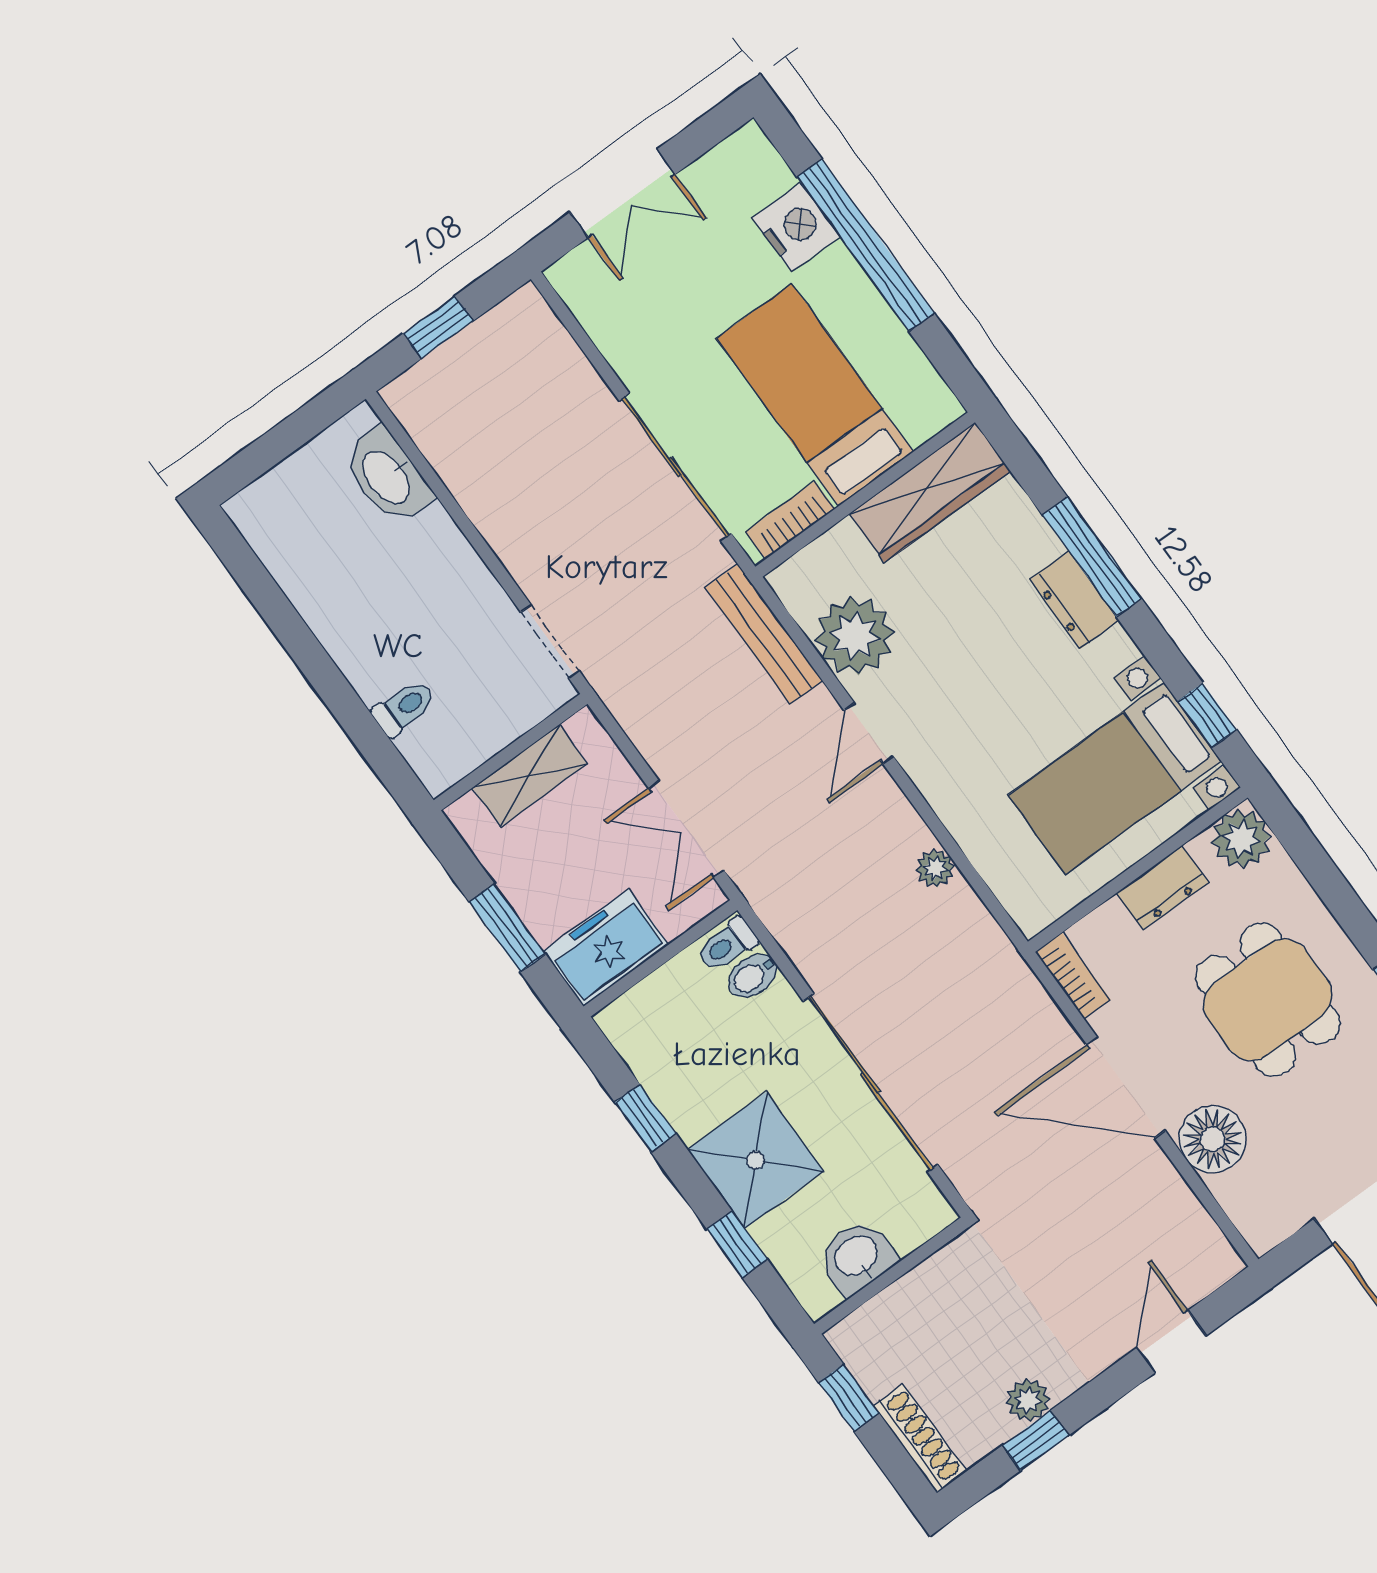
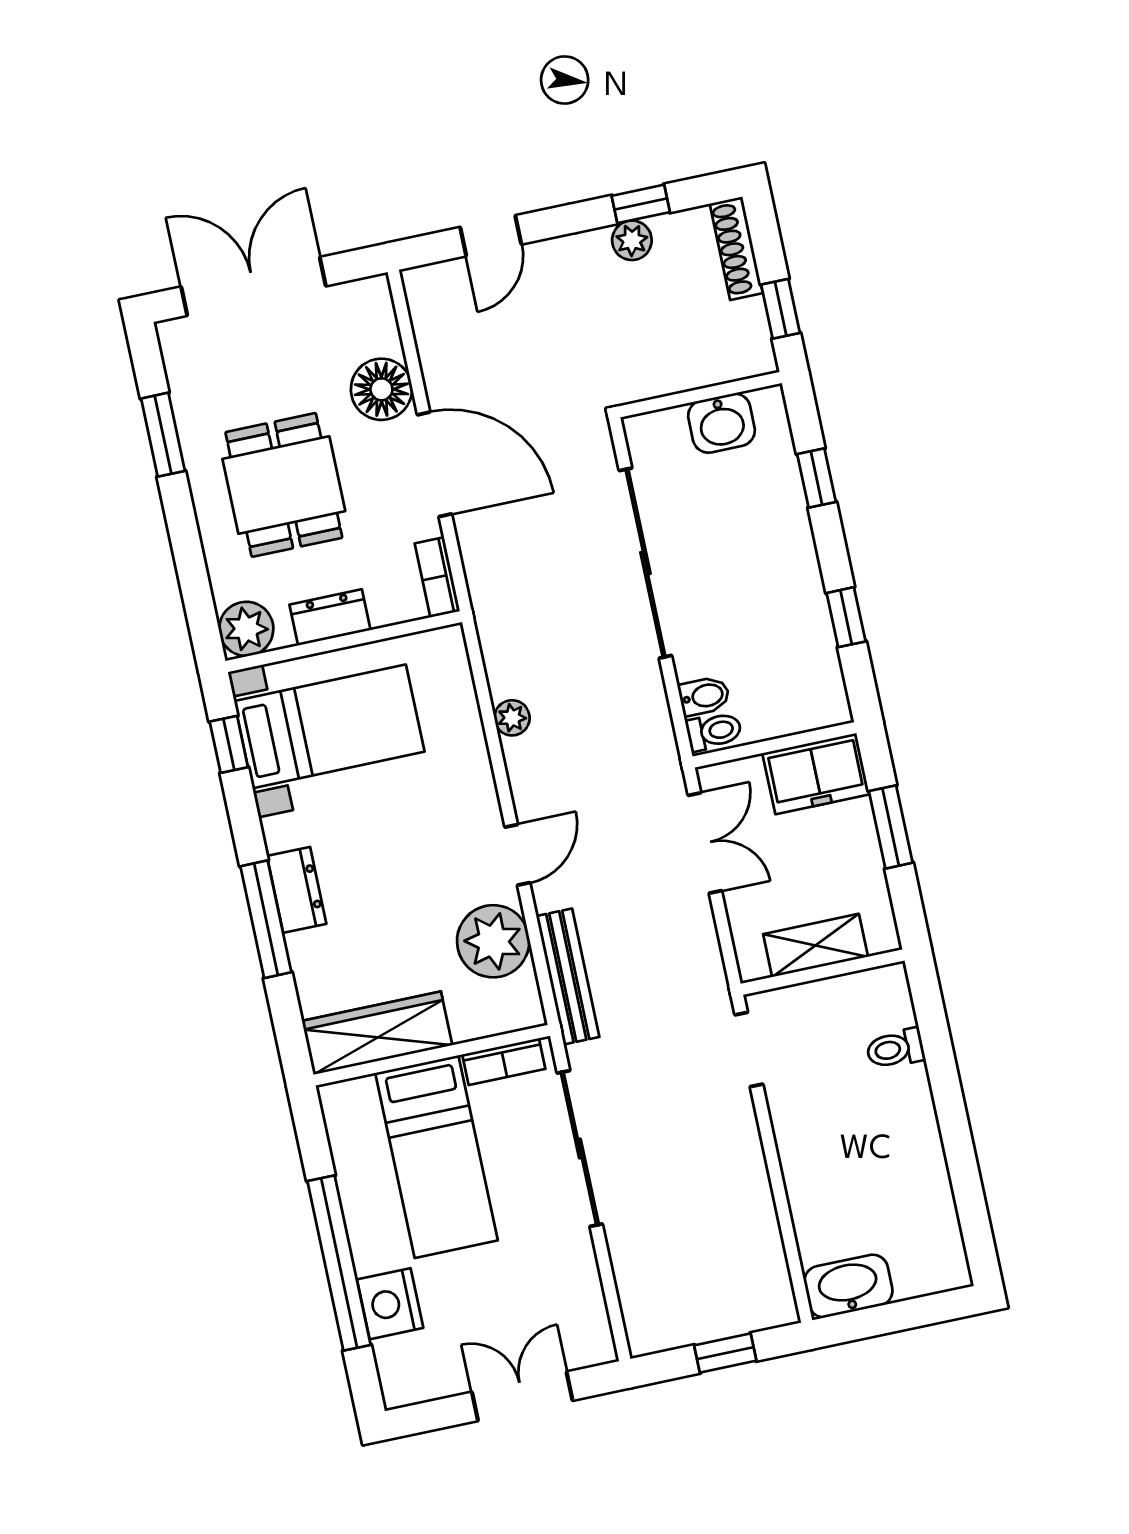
washbasin: (387, 476) -> (848, 1286), moved, turned -90
shower: (755, 1160) -> (770, 541), removed

